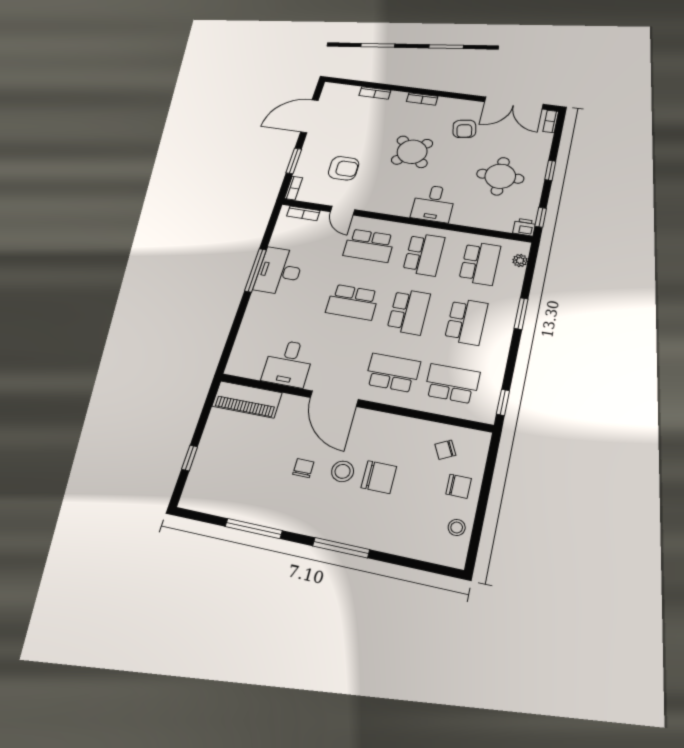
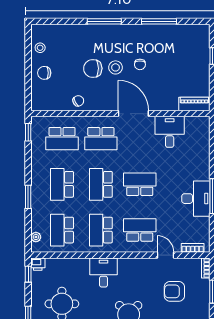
piano: (247, 399) -> (194, 104), width x0.73, depth x0.75
chair: (445, 450) -> (78, 101), moved

